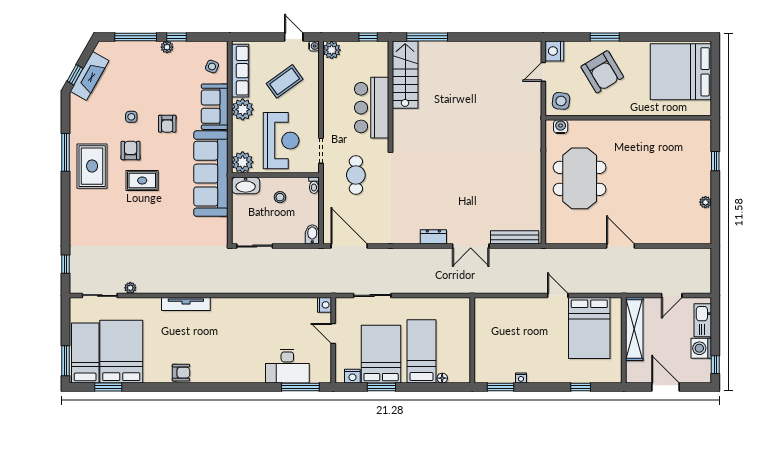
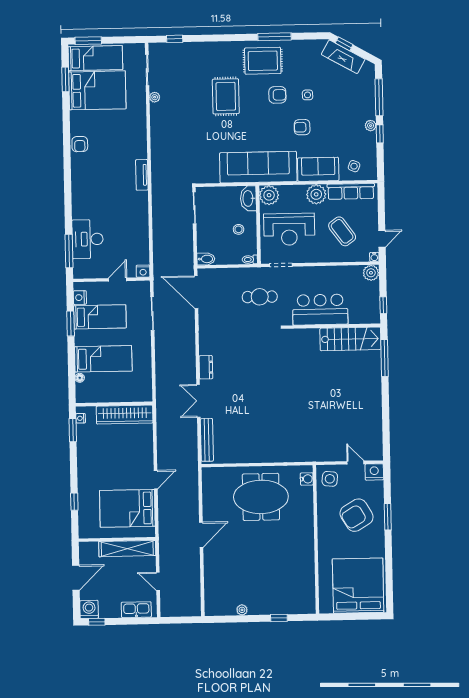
rug: (142, 181) -> (226, 96), moved, width x1.36, depth x1.43
door: (349, 246) -> (196, 292), swing flipped
tv unit: (186, 304) -> (142, 175), moved, width x0.71
wardrobe: (484, 329) -> (125, 415), added
washing machine: (701, 348) -> (89, 609), moved
bed: (381, 354) -> (100, 317), width x0.67
nightstand: (521, 378) -> (81, 418), moved

